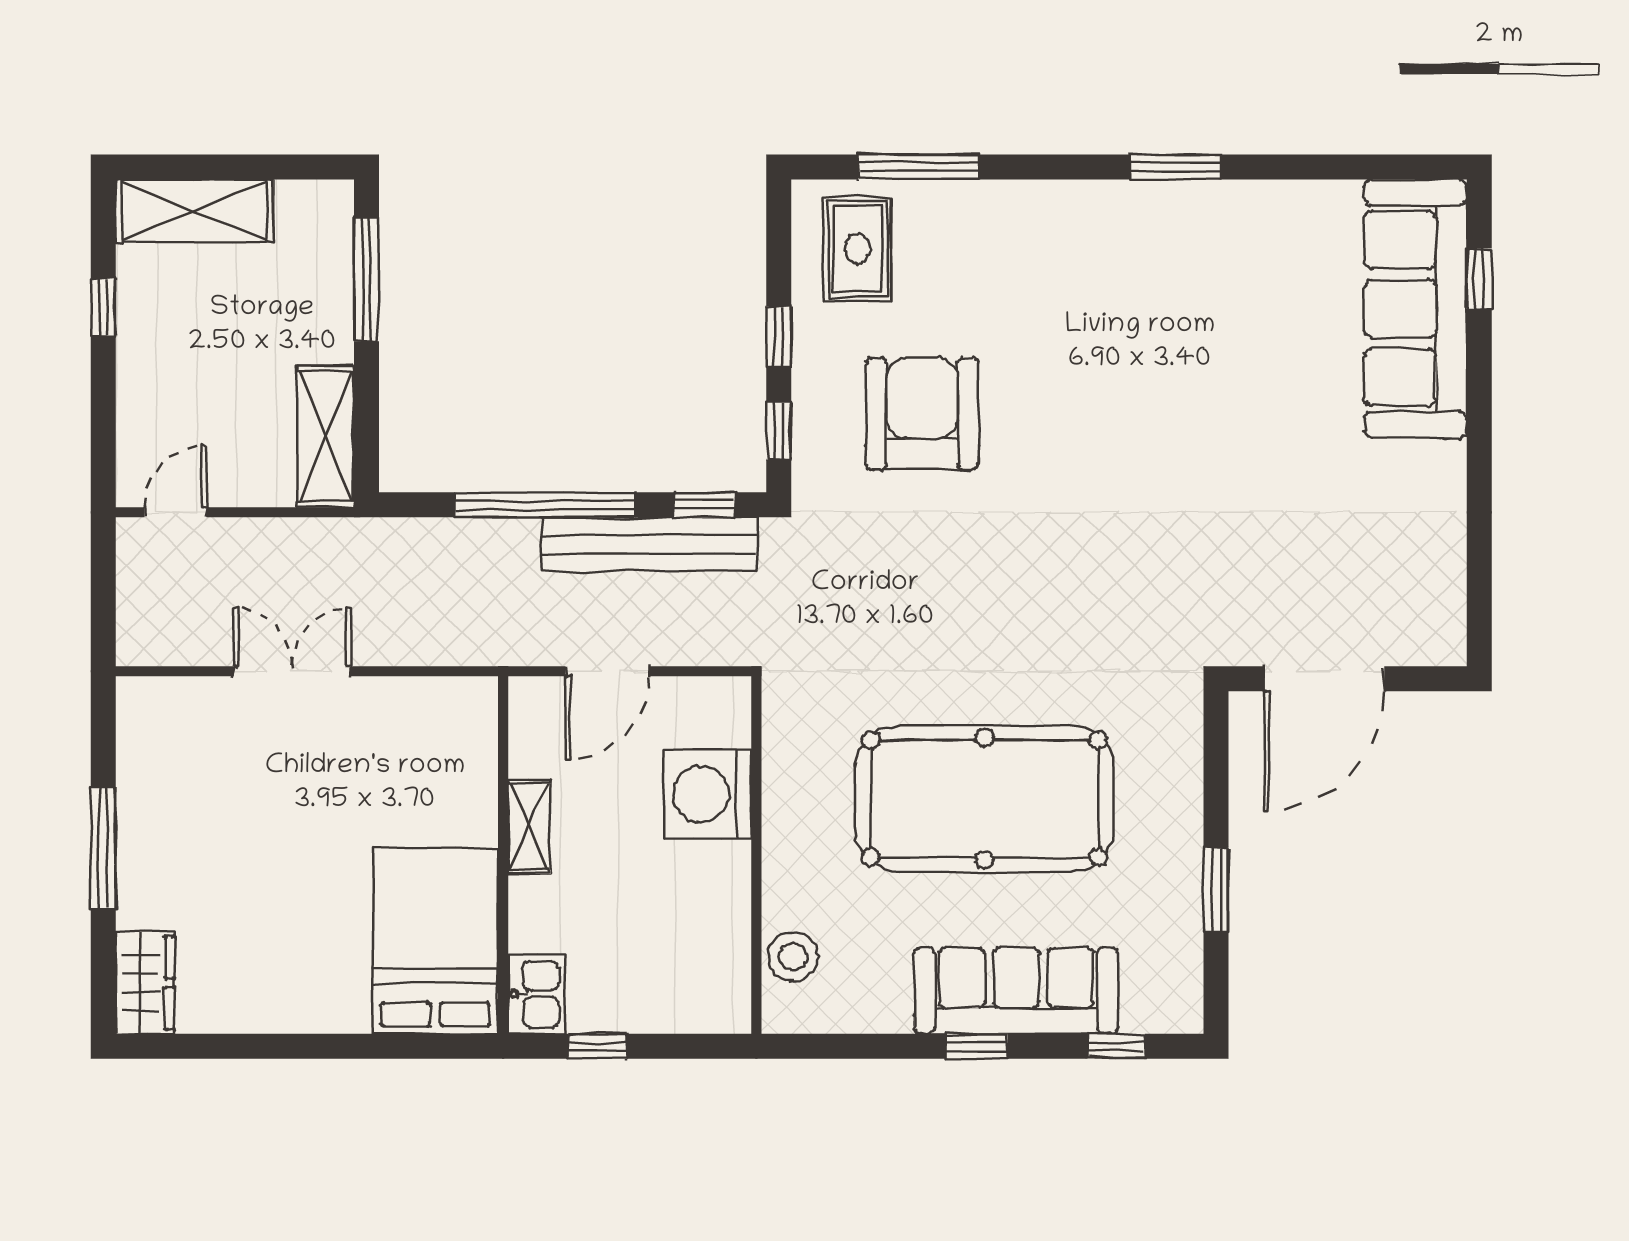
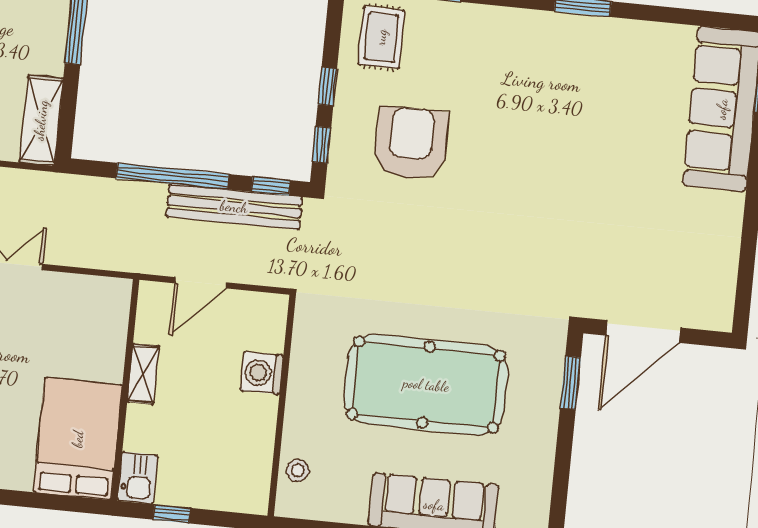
washing machine: (708, 794) -> (262, 373), width x0.73, depth x0.73
window: (1216, 890) -> (571, 383), moved
stool: (793, 957) -> (298, 470), width x0.73, depth x0.73

